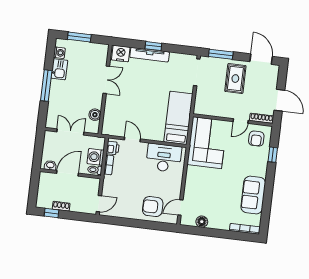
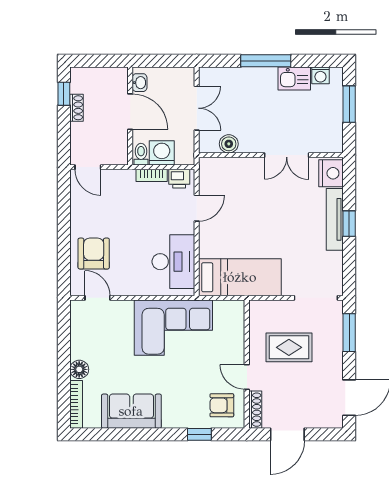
rug: (235, 79) -> (289, 347), moved
corner sofa: (207, 143) -> (173, 328), moved
floor lamp: (202, 222) -> (79, 369), moved

